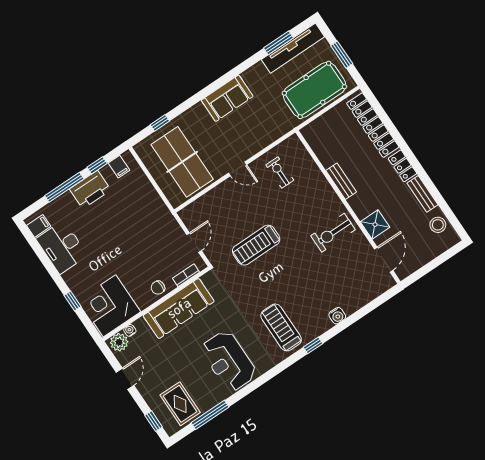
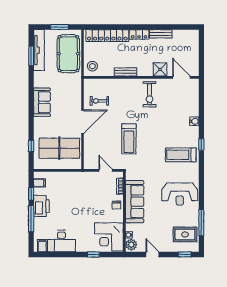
door: (238, 169) -> (83, 122), width x1.87
stool: (438, 225) -> (92, 66), moved

